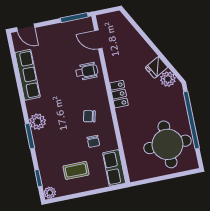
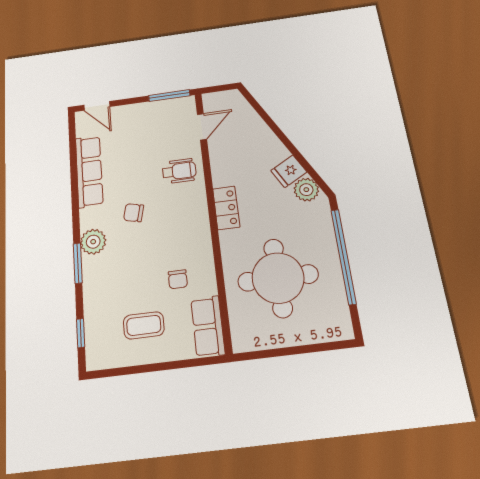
door: (98, 39) -> (202, 127), swing flipped
chair: (89, 116) -> (134, 213), moved
round table: (167, 144) -> (278, 278), moved
plant: (50, 193) -> (95, 360), removed

